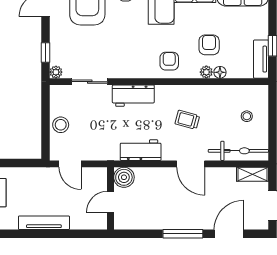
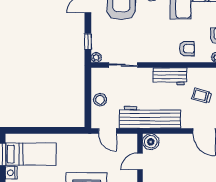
armchair: (169, 61) -> (187, 49), turned 90
workbench: (133, 96) -> (170, 76), moved
workbench: (141, 150) -> (150, 117), width x1.88, depth x1.32

